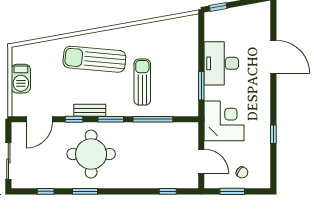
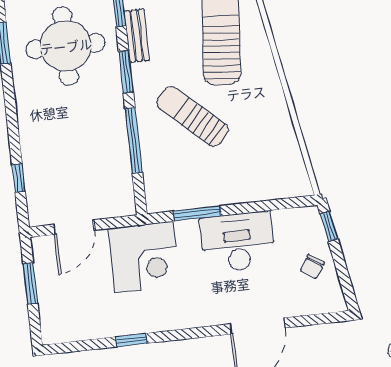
sun lounger: (142, 82) -> (193, 116), turned -138
chair: (242, 172) -> (312, 267), moved

